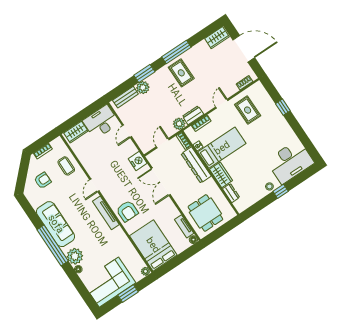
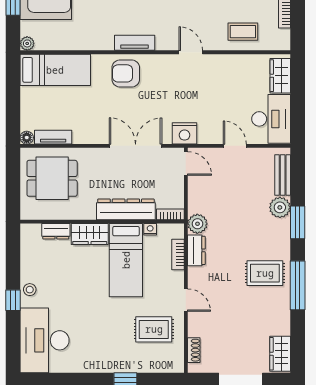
door: (163, 143) -> (186, 164), moved
tv unit: (106, 213) -> (135, 43), width x0.71
bed: (153, 245) -> (55, 70), width x0.67

